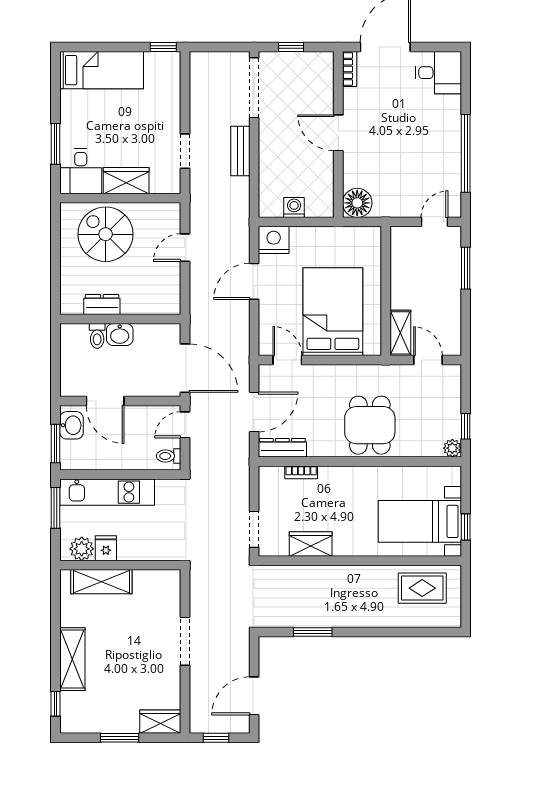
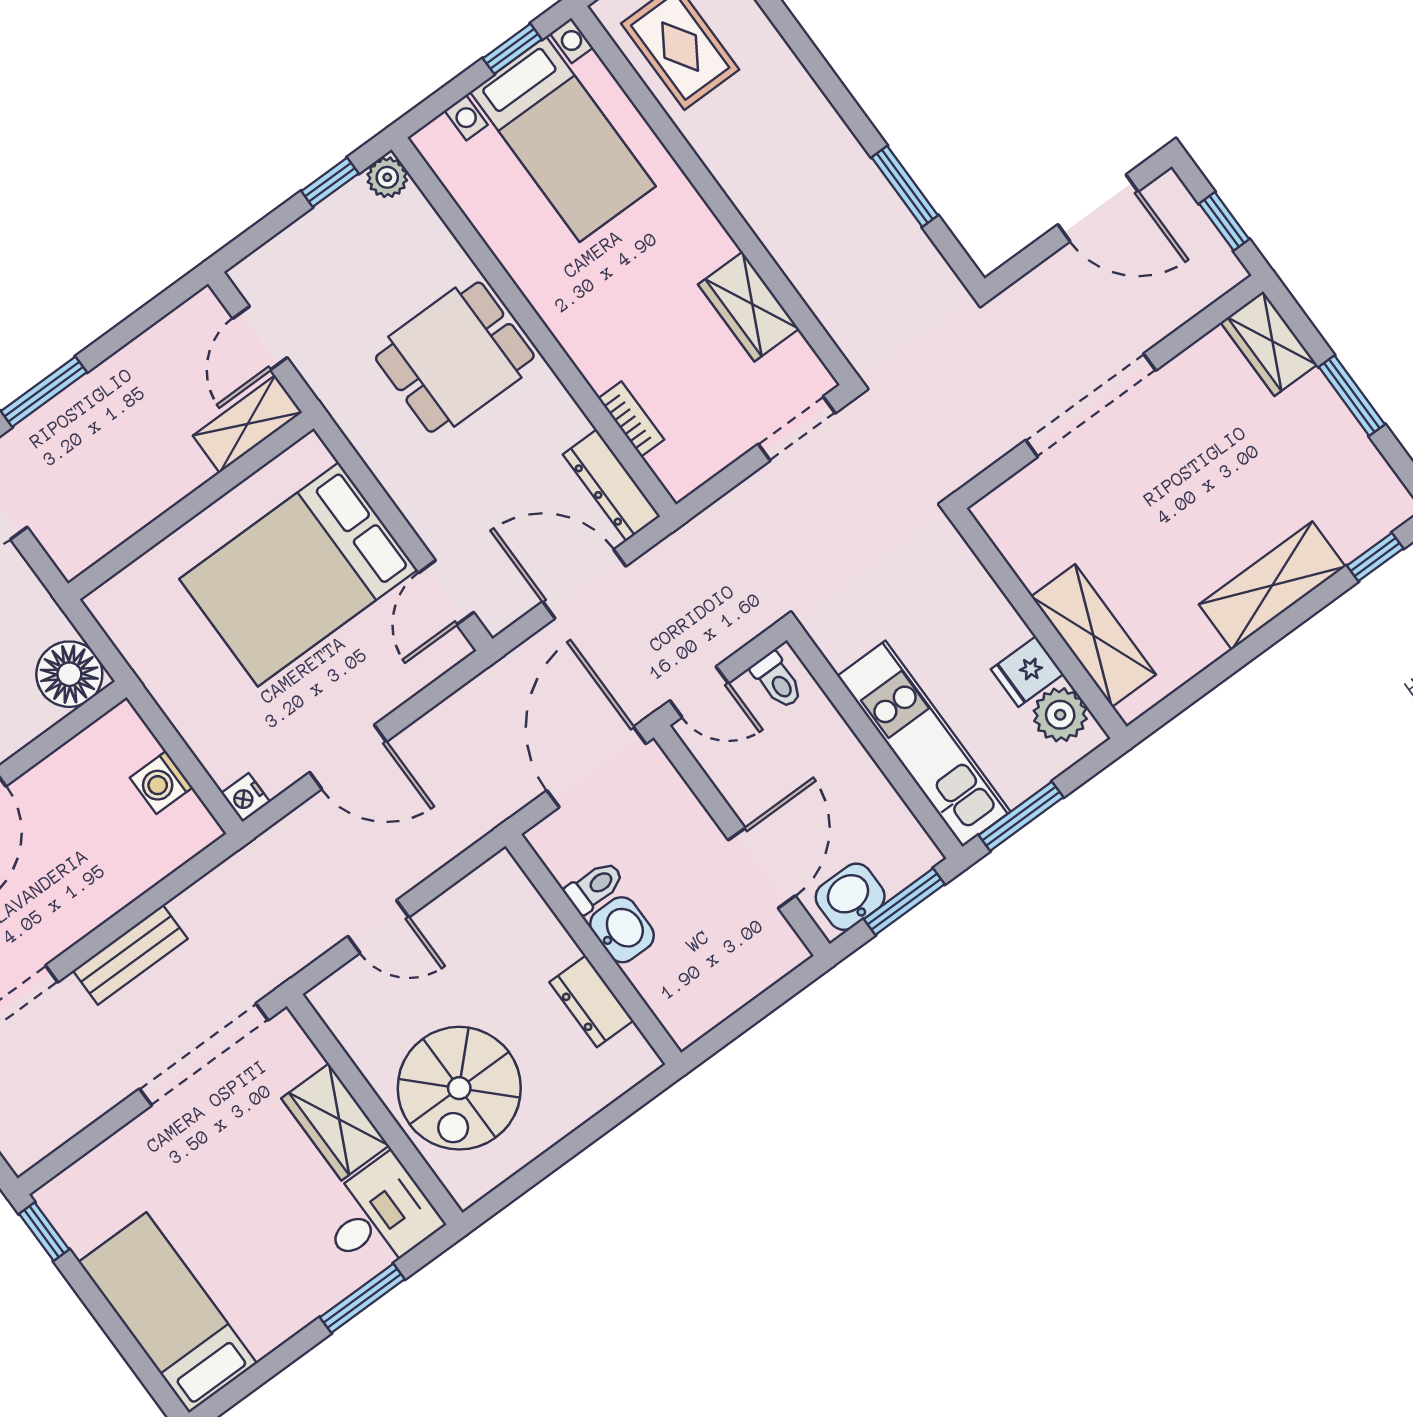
doorway: (185, 151) -> (204, 1054), width x1.87
nightstand: (274, 240) -> (246, 797), width x0.53, depth x0.56
toilet: (97, 336) -> (595, 887), moved
doorway: (185, 641) -> (1091, 405), width x1.36

